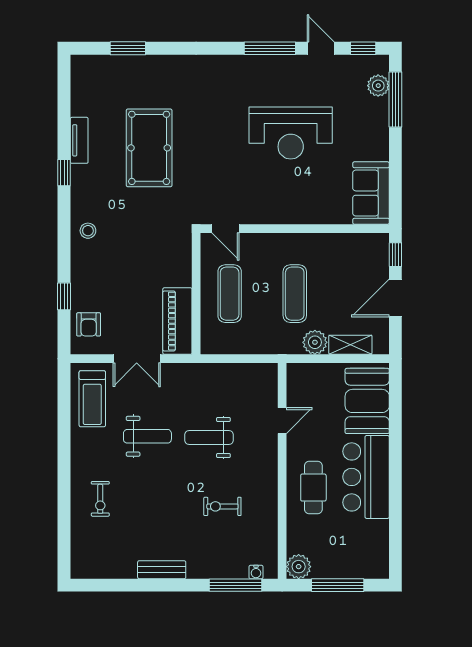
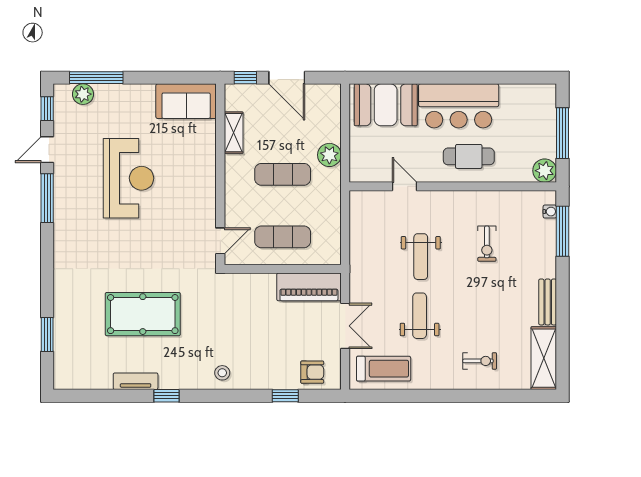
shelving: (350, 345) -> (234, 133), moved
shelving: (103, 566) -> (544, 358), added

